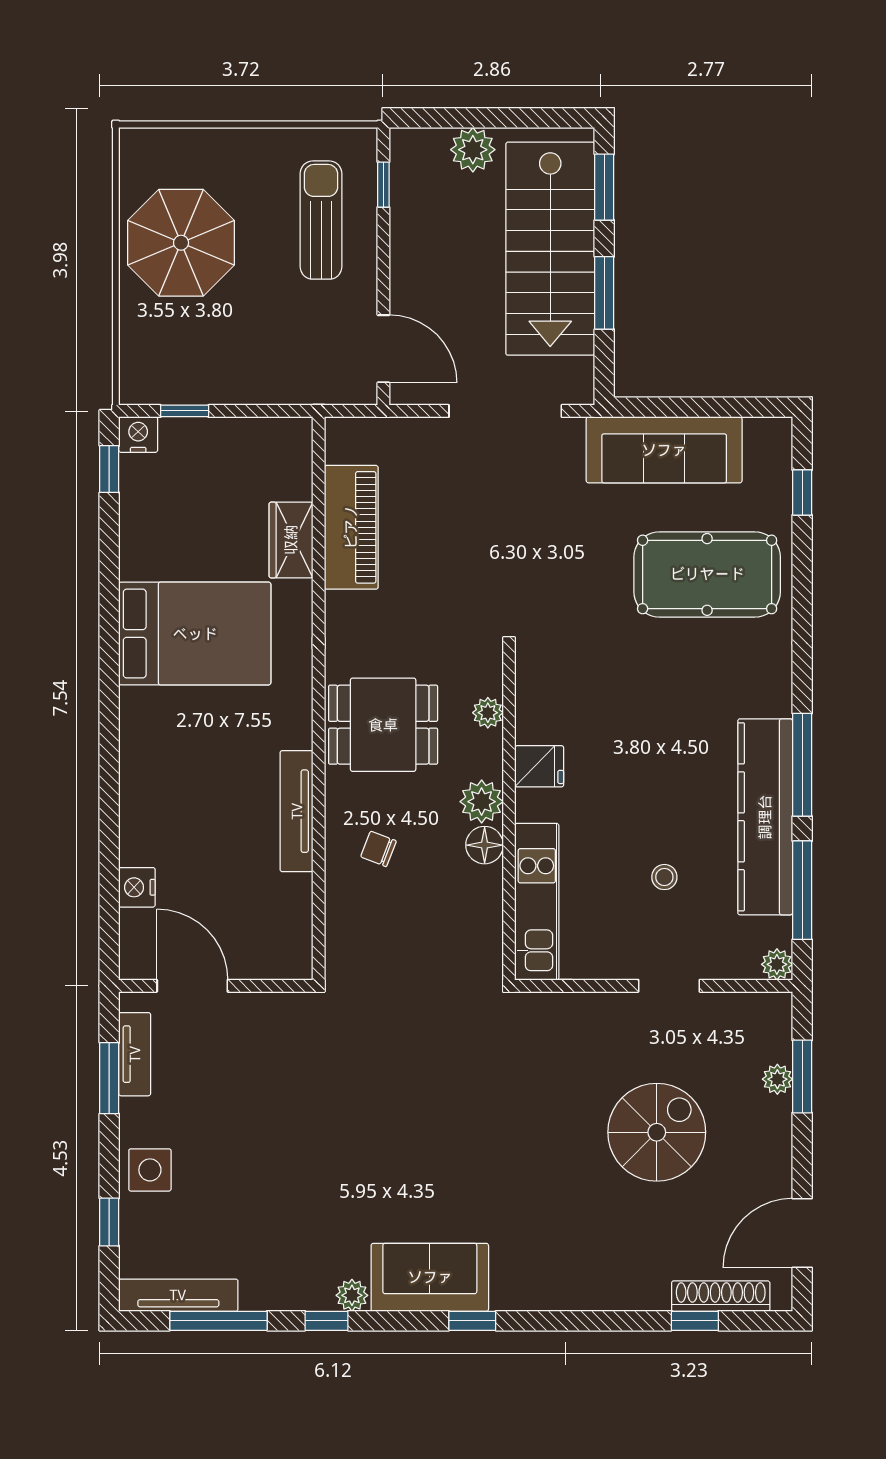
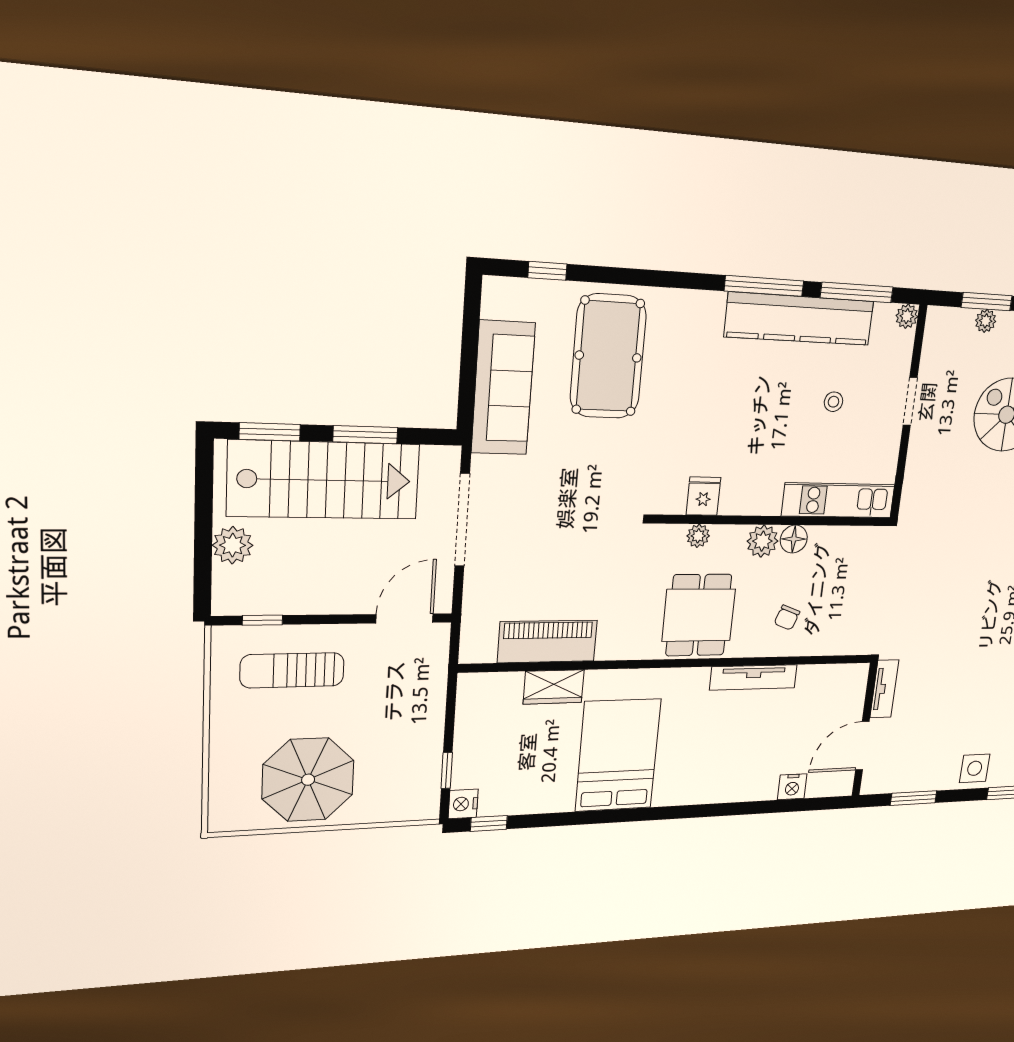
fridge: (539, 766) -> (703, 496), moved
tv unit: (135, 1054) -> (884, 689), moved, turned 90

